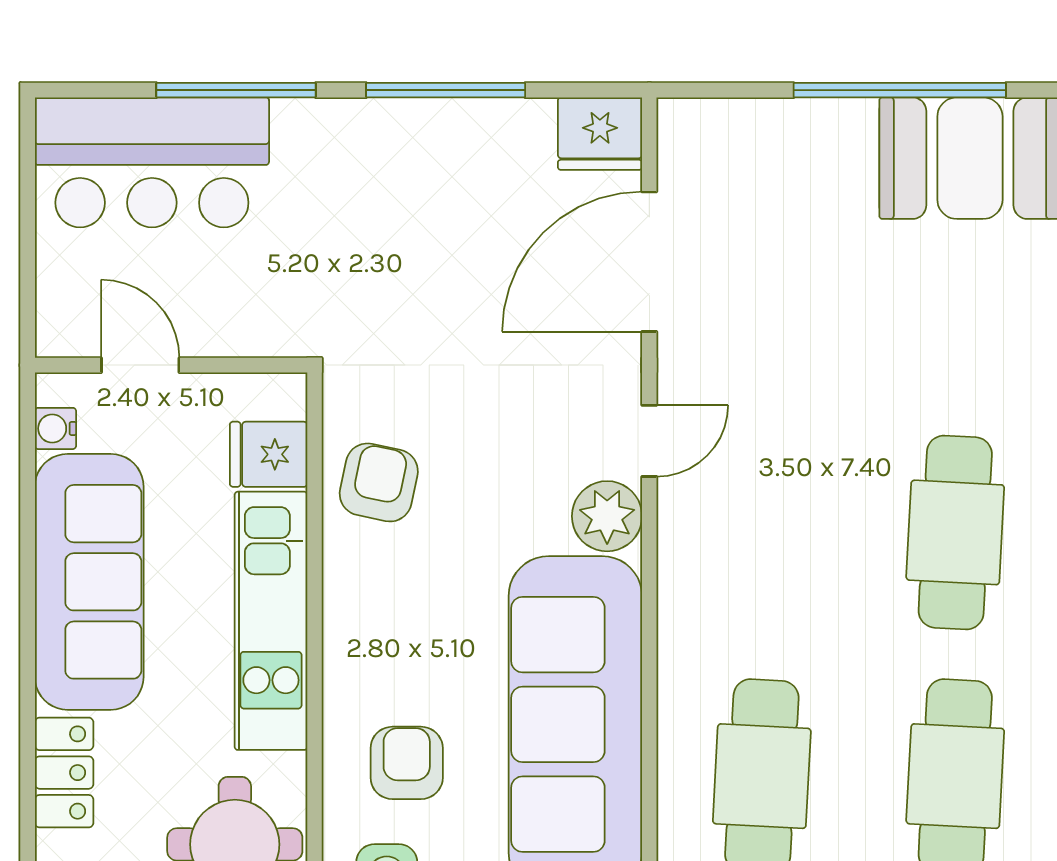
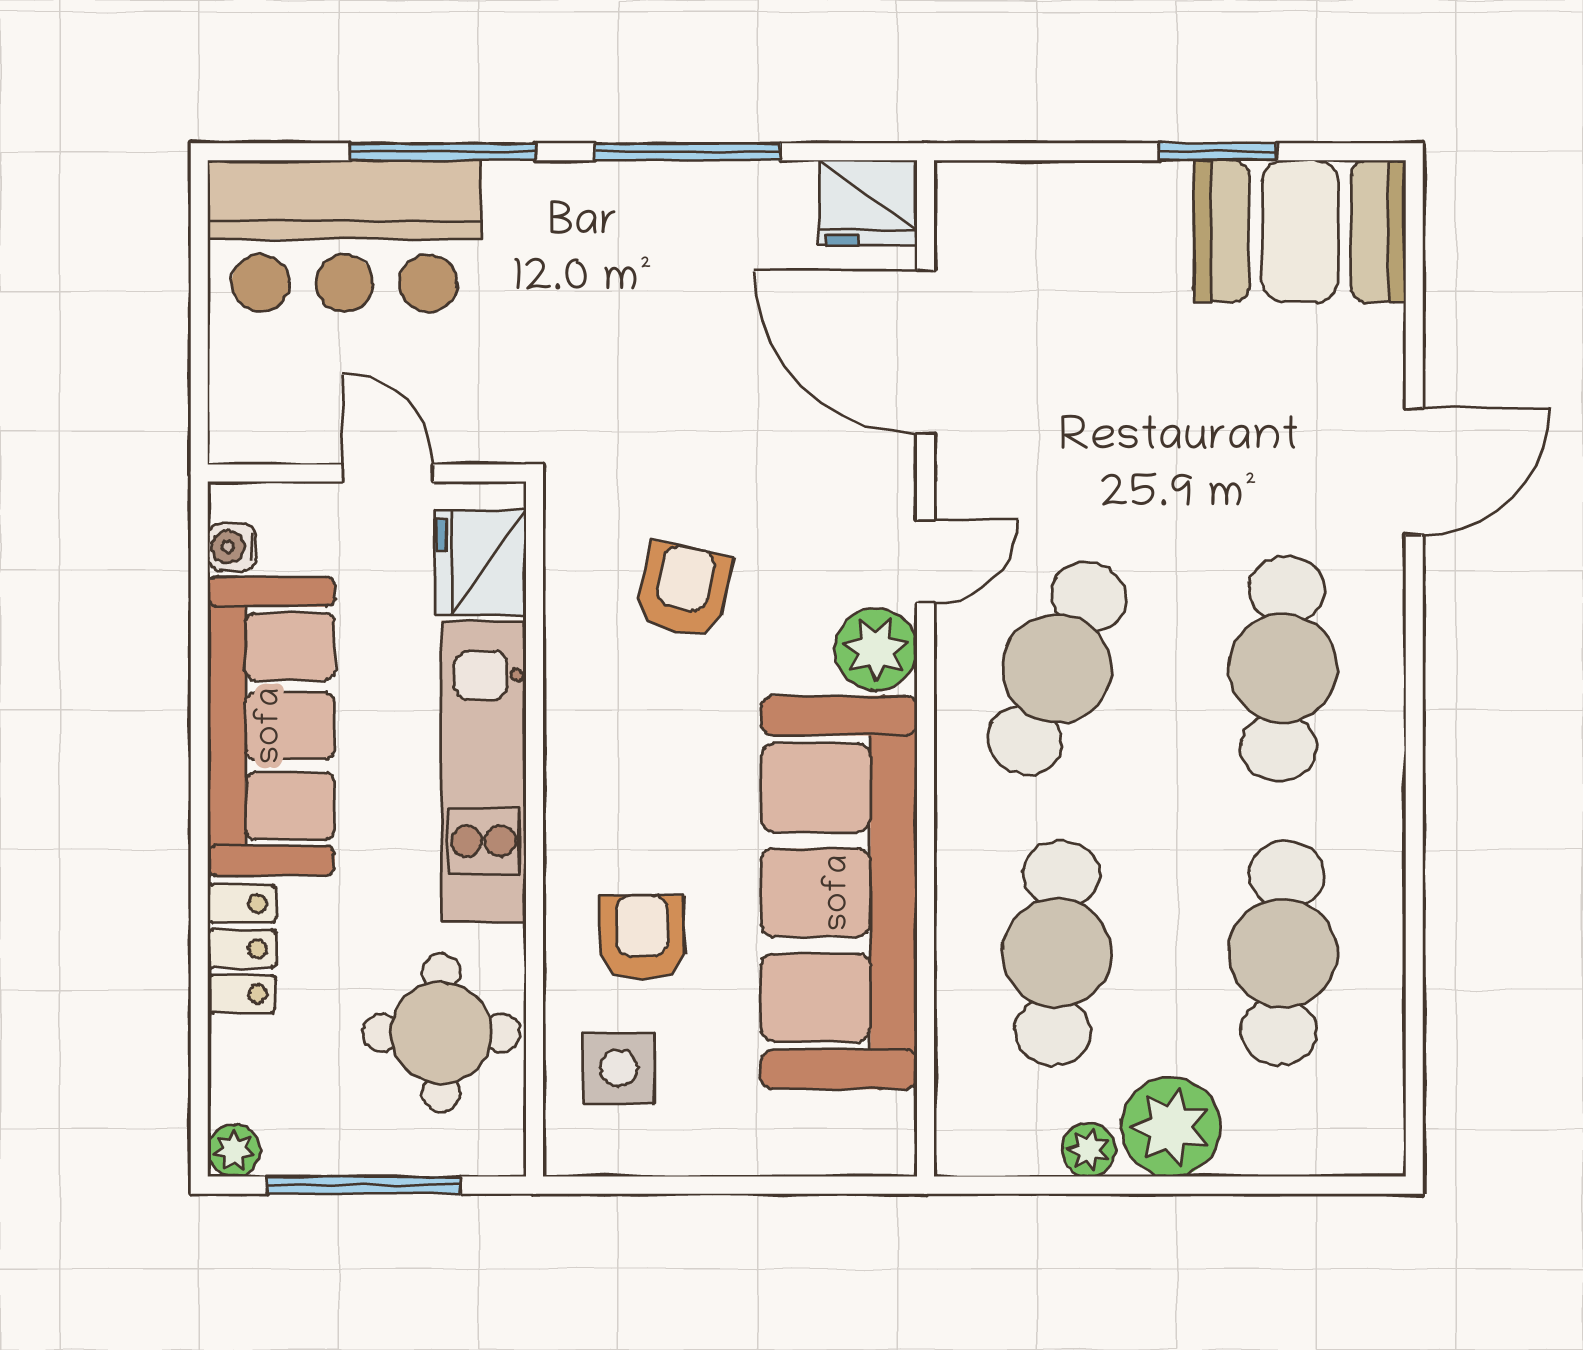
window: (900, 90) -> (1218, 152), width x0.47
door: (649, 262) -> (925, 352), hinge flipped
door: (140, 365) -> (388, 473), moved
fridge: (269, 454) -> (481, 562), width x1.38
armchair: (379, 482) -> (684, 590), moved
cafe table: (762, 532) -> (1057, 668), added

